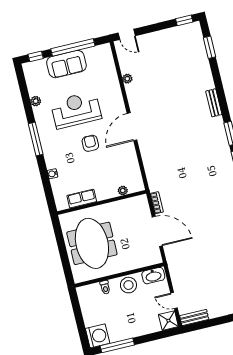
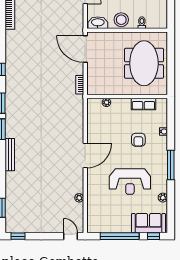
sofa: (66, 64) -> (149, 223), moved
bench: (214, 103) -> (10, 155), width x1.36
armchair: (90, 143) -> (138, 140), moved
door: (157, 231) -> (85, 49), moved

